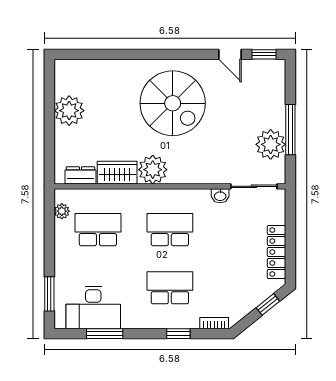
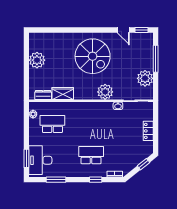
window: (290, 130) -> (156, 59), moved
plant: (153, 170) -> (105, 92), moved
school desk: (170, 230) -> (91, 124), removed
locker: (277, 252) -> (148, 131), width x0.66
desk: (93, 307) -> (40, 160), moved, turned 90

